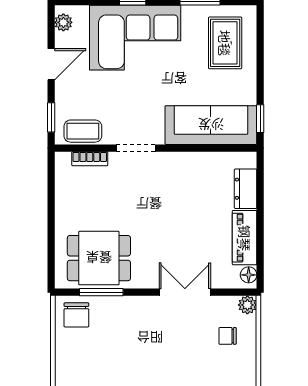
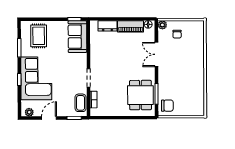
rug: (225, 43) -> (39, 36), turned 90
door: (51, 64) -> (49, 118), hinge flipped
sofa: (211, 125) -> (77, 37), width x0.73

